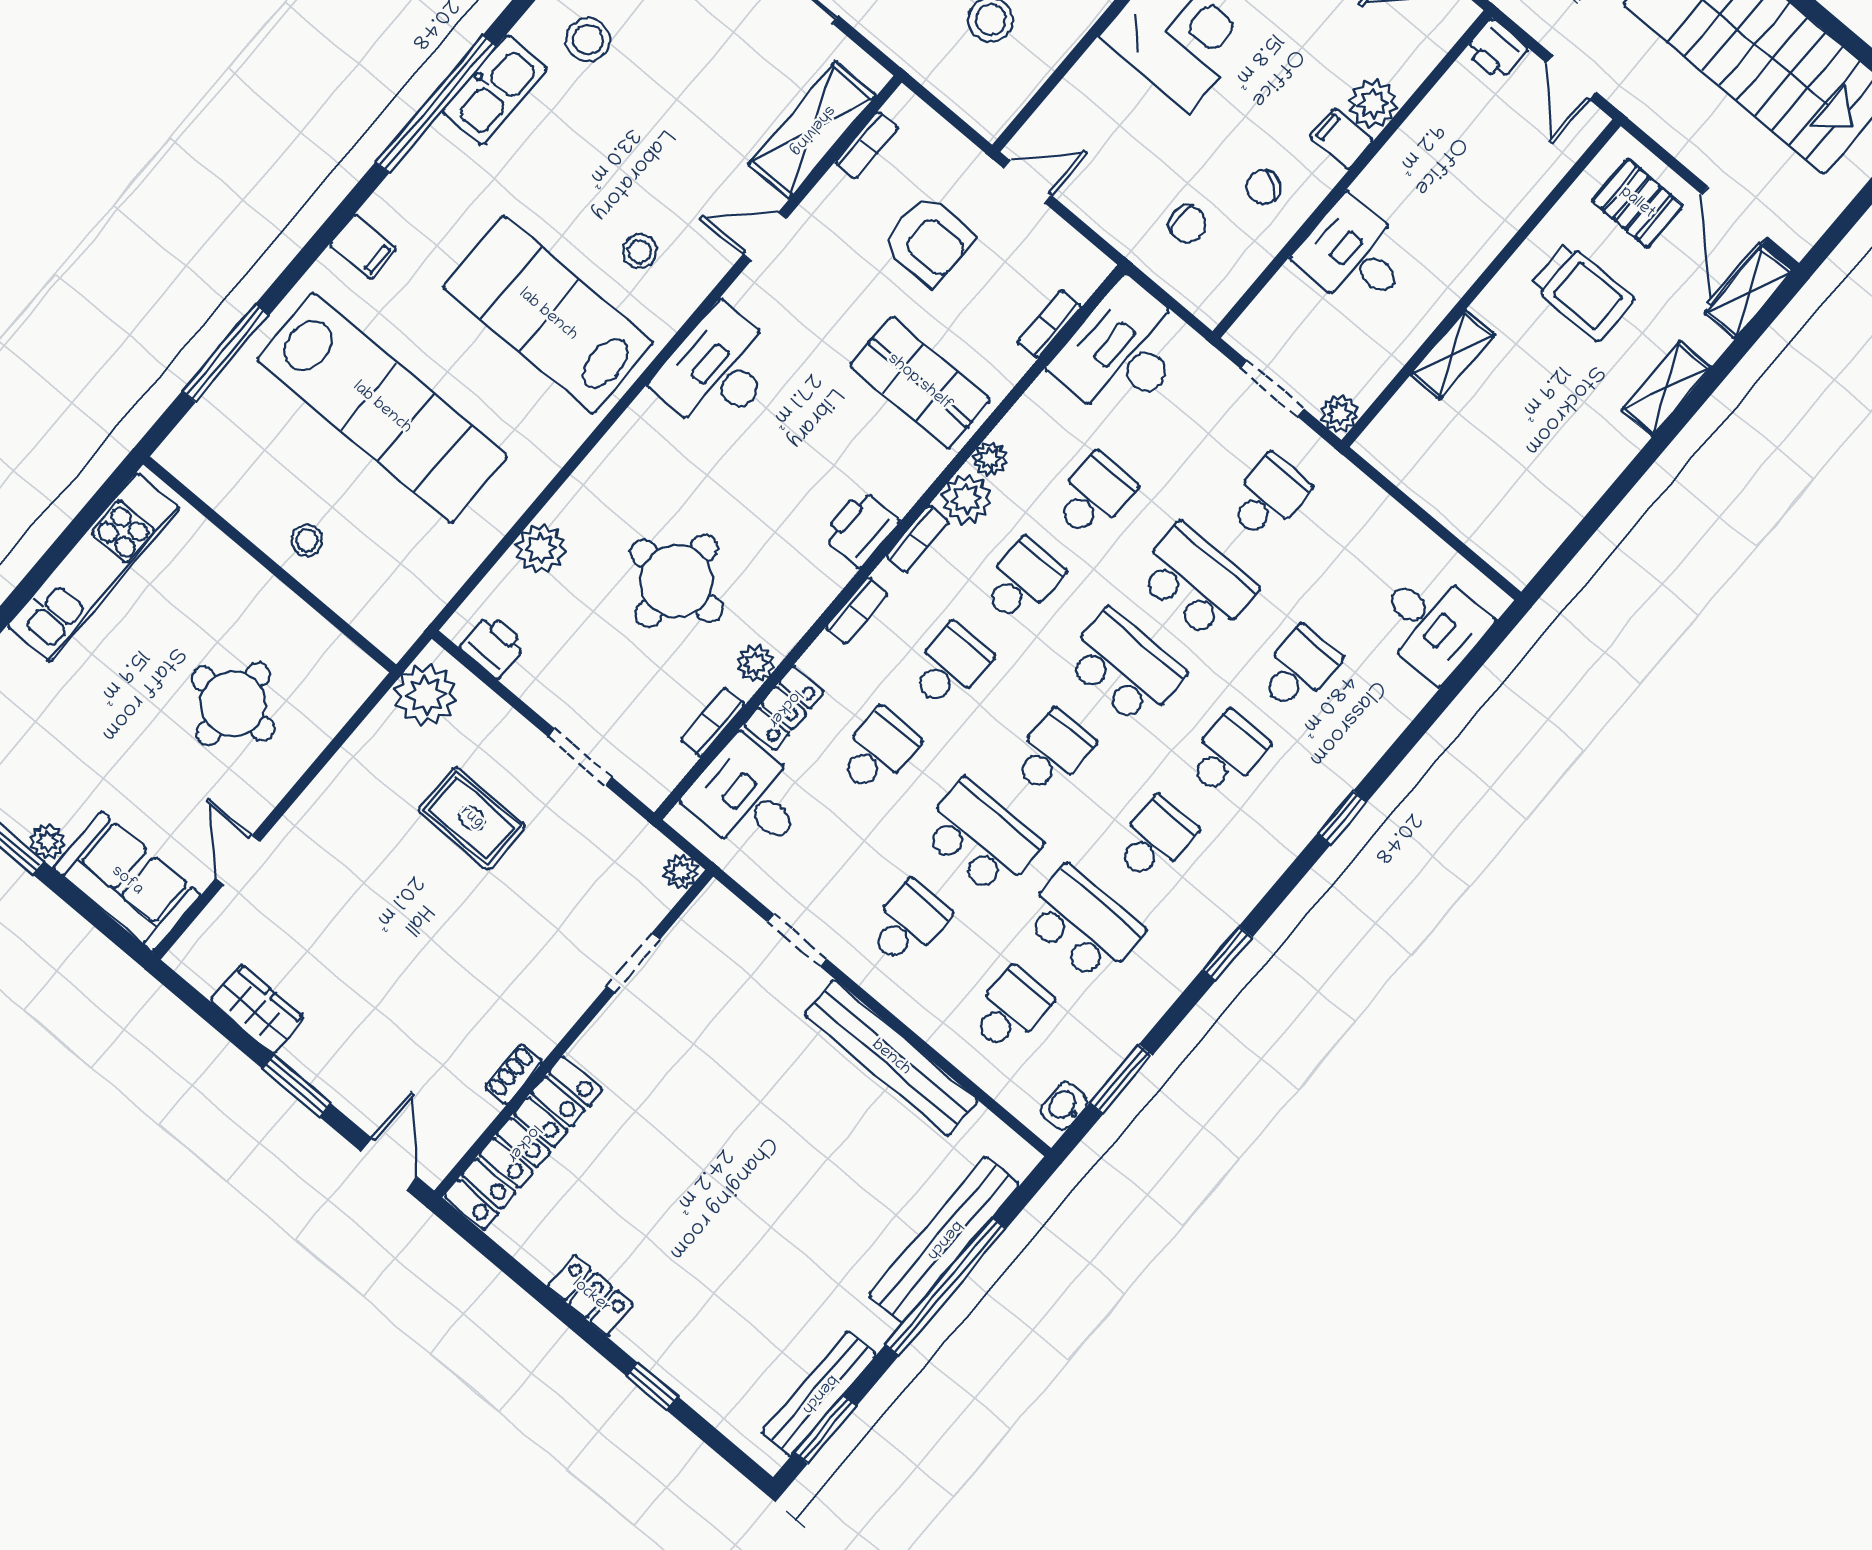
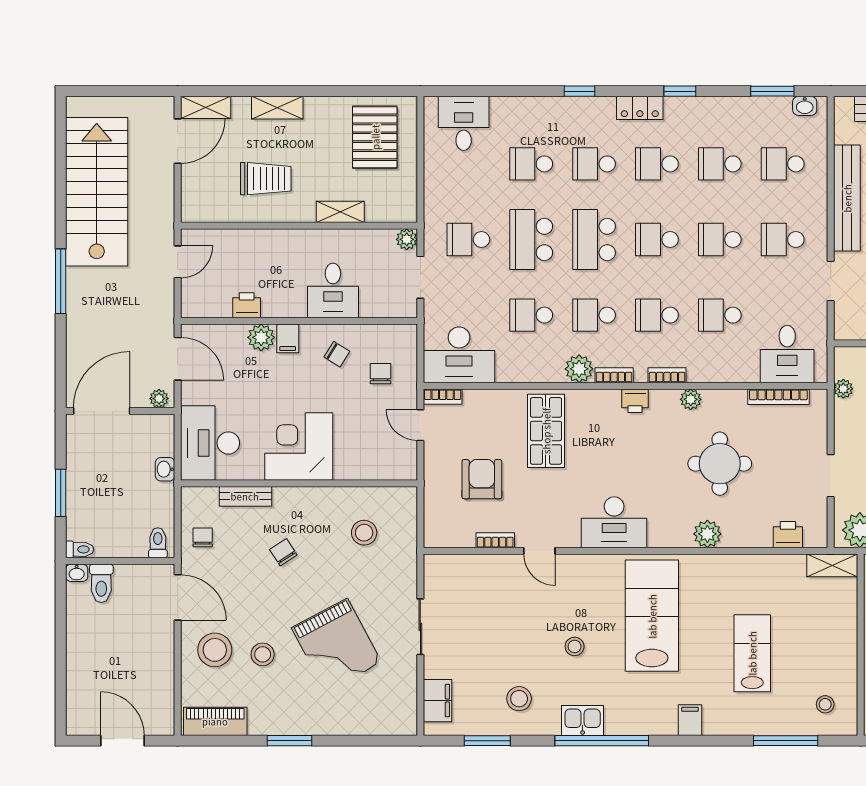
printer: (1496, 50) -> (247, 305), moved, turned -90
kitchen sink: (495, 90) -> (583, 720), width x0.73
shelving: (812, 130) -> (832, 565), moved, width x0.67, depth x0.75
bookcase: (867, 145) -> (495, 540), moved
door: (1027, 181) -> (420, 425), moved
pallet: (1637, 203) -> (375, 137), moved, width x1.50, depth x1.42
stool: (640, 251) -> (575, 646), moved
trolley: (1583, 292) -> (266, 179), turned 90
lab bench: (548, 315) -> (652, 616), turned 180
bookcase: (1049, 324) -> (443, 397), moved
lab bench: (382, 408) -> (752, 653), width x0.54, depth x0.72
plant: (990, 459) -> (553, 373), removed
printer: (860, 528) -> (635, 401), width x0.73, depth x0.81
stool: (307, 540) -> (825, 704), moved
plant: (541, 548) -> (707, 534), moved
printer: (493, 646) -> (788, 535), moved, turned 90
plant: (756, 664) -> (691, 399), moved
locker: (784, 708) -> (640, 108), moved, turned 180
bookcase: (713, 722) -> (778, 397), width x1.56
doorway: (580, 757) -> (831, 476), moved
school desk: (980, 838) -> (720, 240), width x0.54
plant: (681, 872) -> (843, 389), moved
school desk: (1083, 924) -> (720, 164), width x0.54

